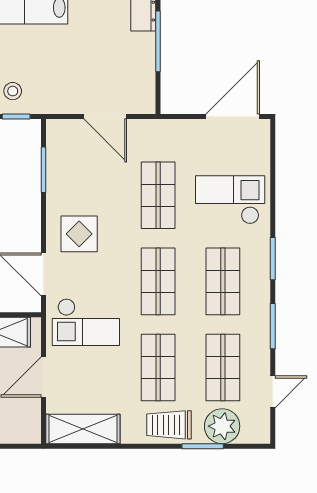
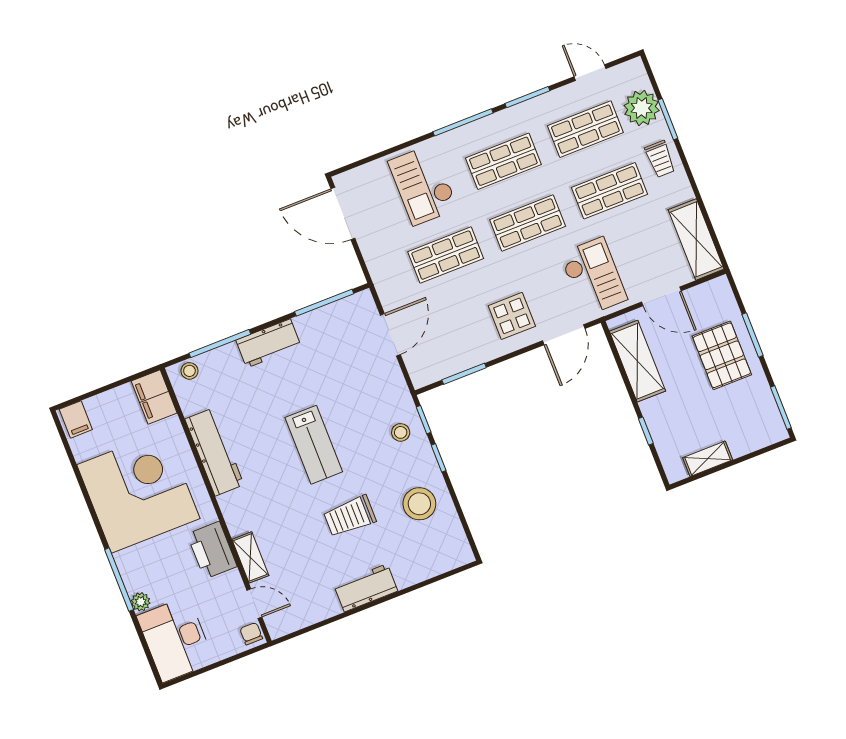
window: (158, 41) -> (324, 303), moved
window: (273, 259) -> (463, 122), width x1.44
trolley: (169, 425) -> (660, 159), width x0.73, depth x0.72

